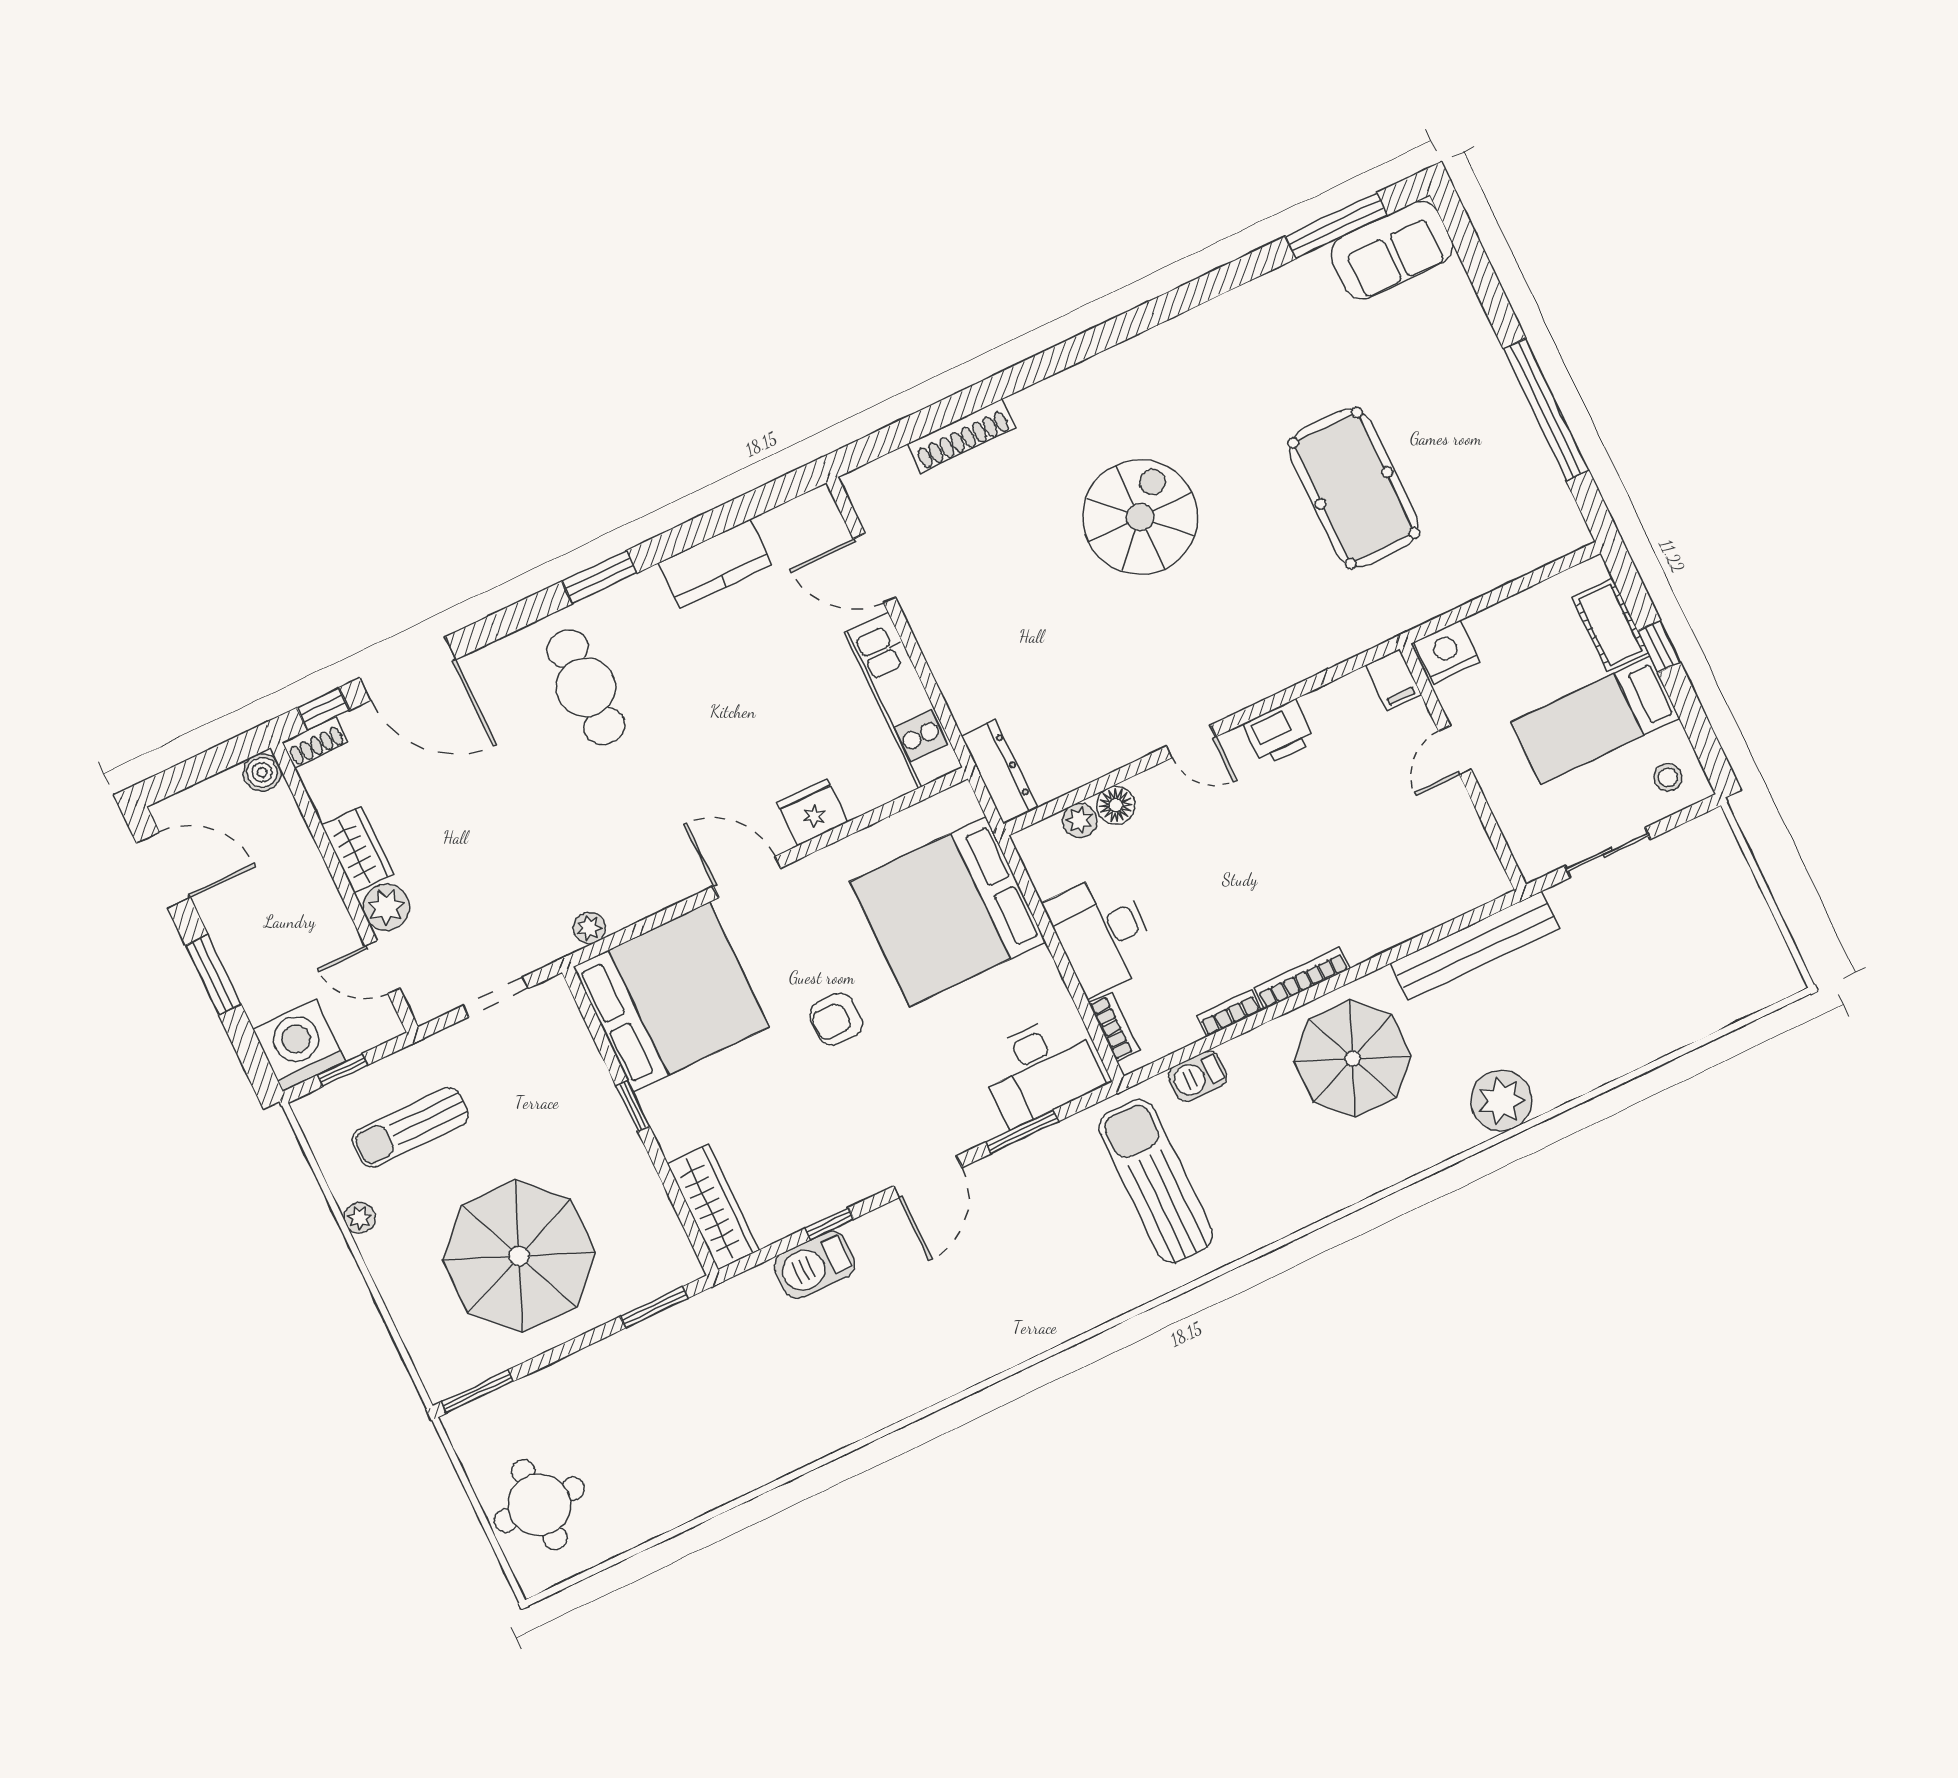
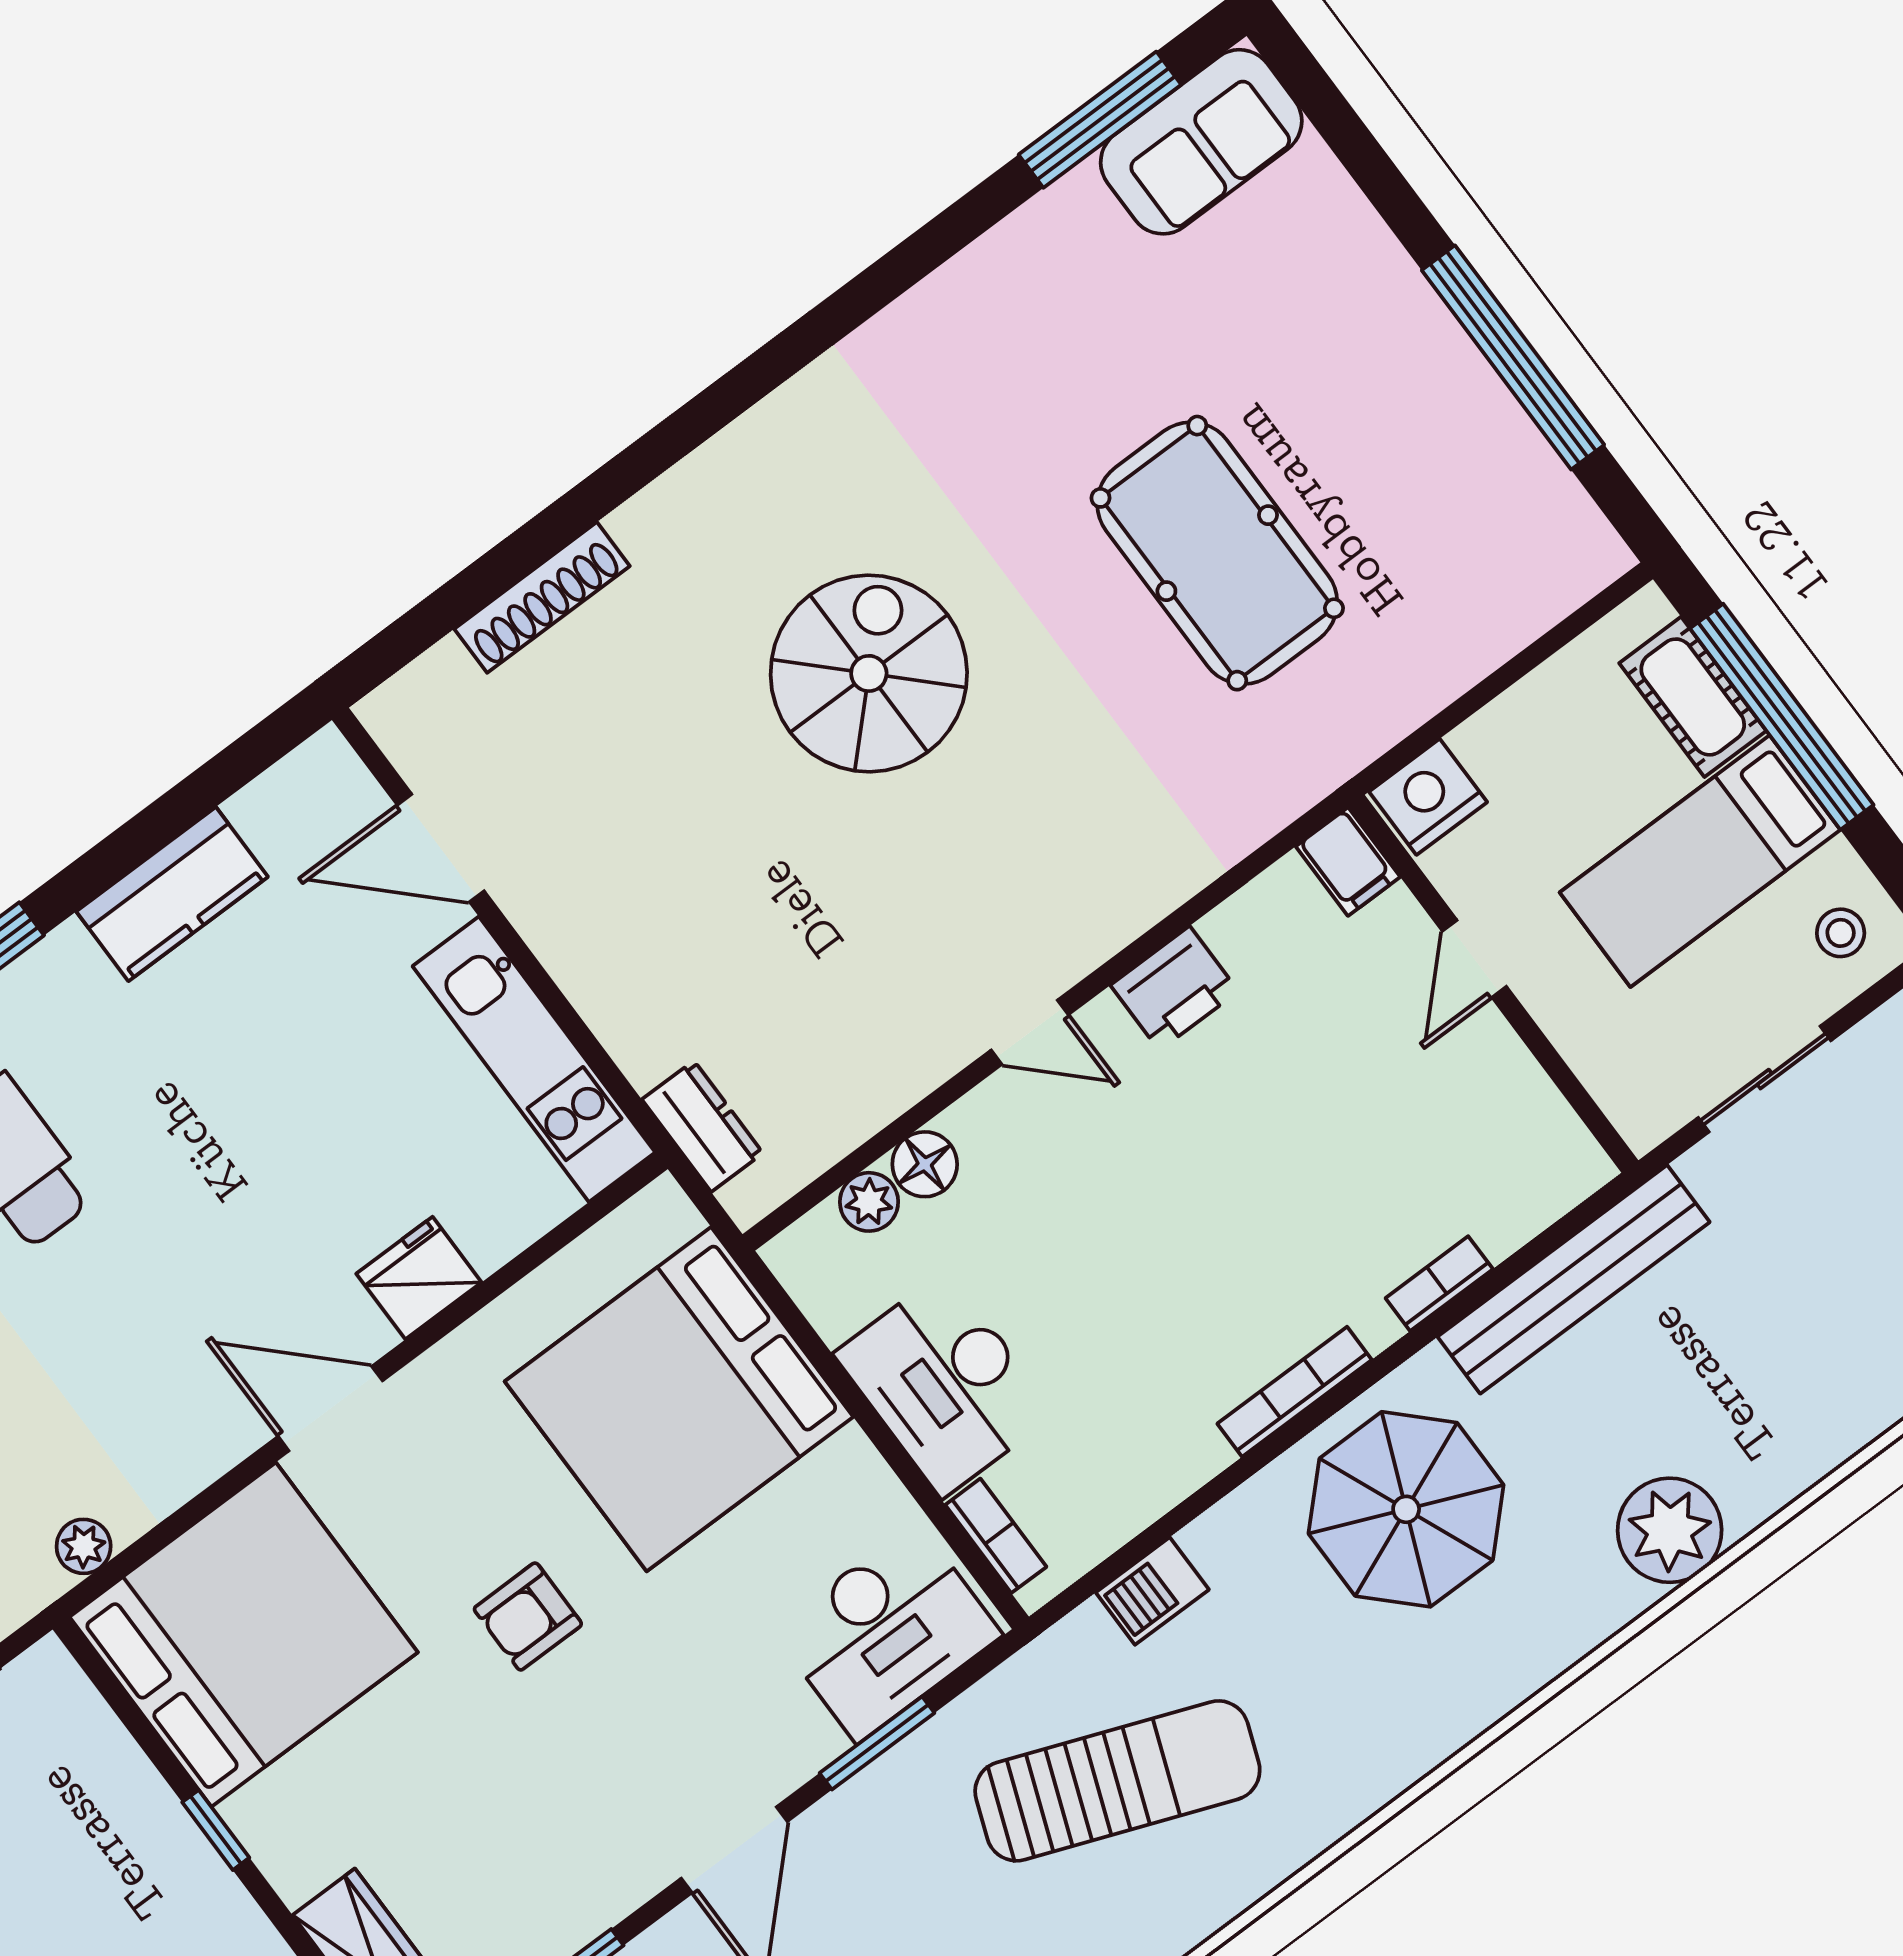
window: (1659, 647) -> (1782, 717), width x3.17
dresser: (999, 771) -> (703, 1126), width x0.70
bookcase: (1229, 1013) -> (1439, 1284), moved
sun lounger: (1156, 1181) -> (1117, 1781), turned 111

